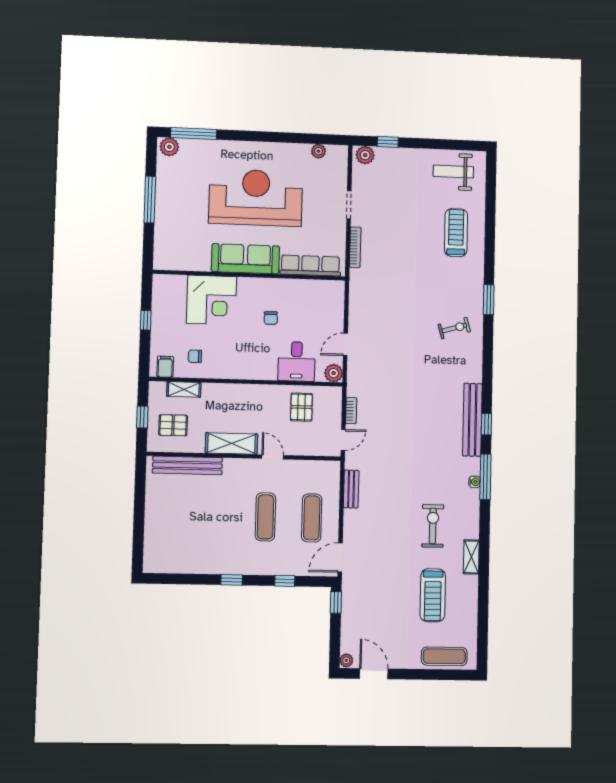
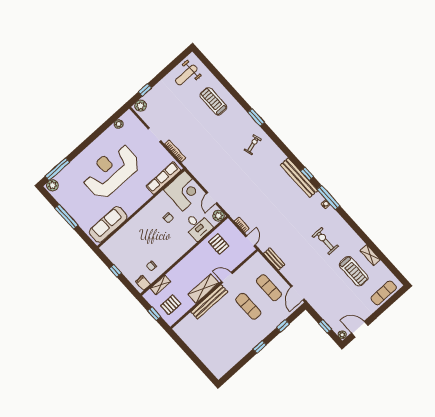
sofa: (245, 259) -> (108, 224), moved
corner desk: (211, 300) -> (184, 191), moved
bench: (187, 465) -> (209, 302), moved
shelving: (471, 557) -> (370, 255), moved
window: (336, 602) -> (325, 326), moved

